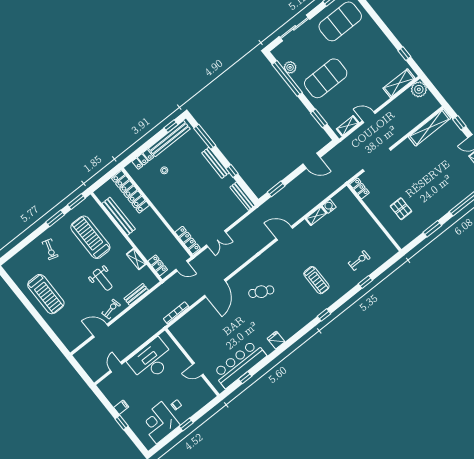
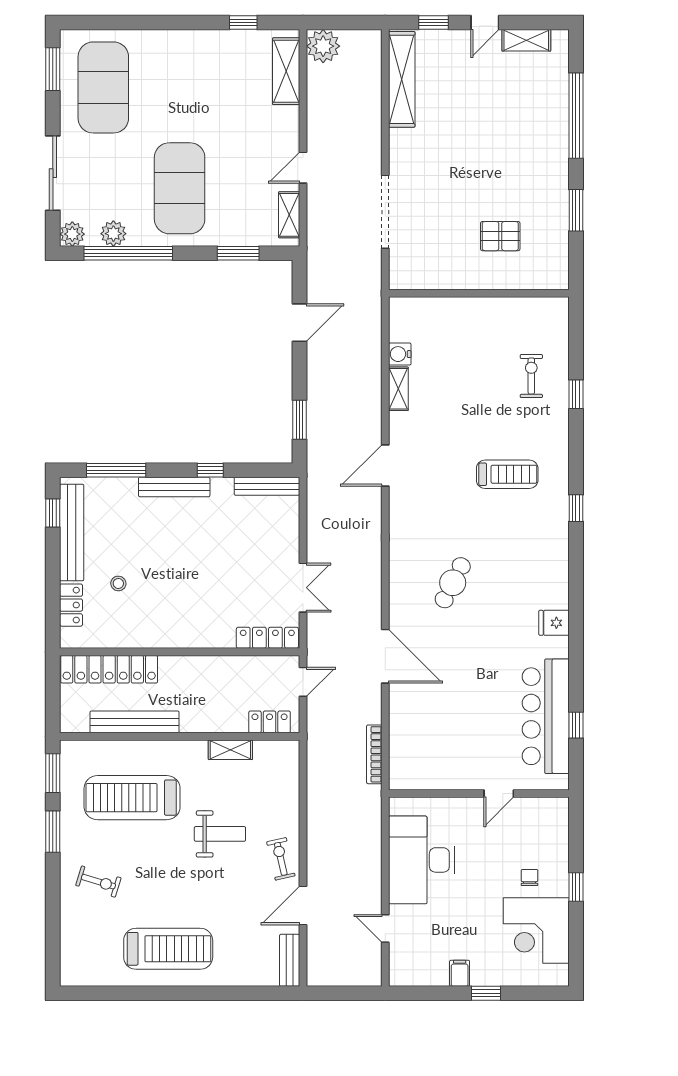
plant: (278, 53) -> (72, 234), added
locker: (360, 188) -> (410, 279), removed
bench: (136, 294) -> (290, 960), moved

